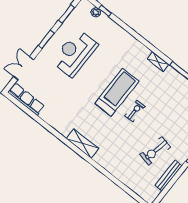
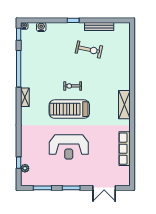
reception desk: (75, 53) -> (69, 147), moved
row of seats: (26, 99) -> (125, 149), moved

